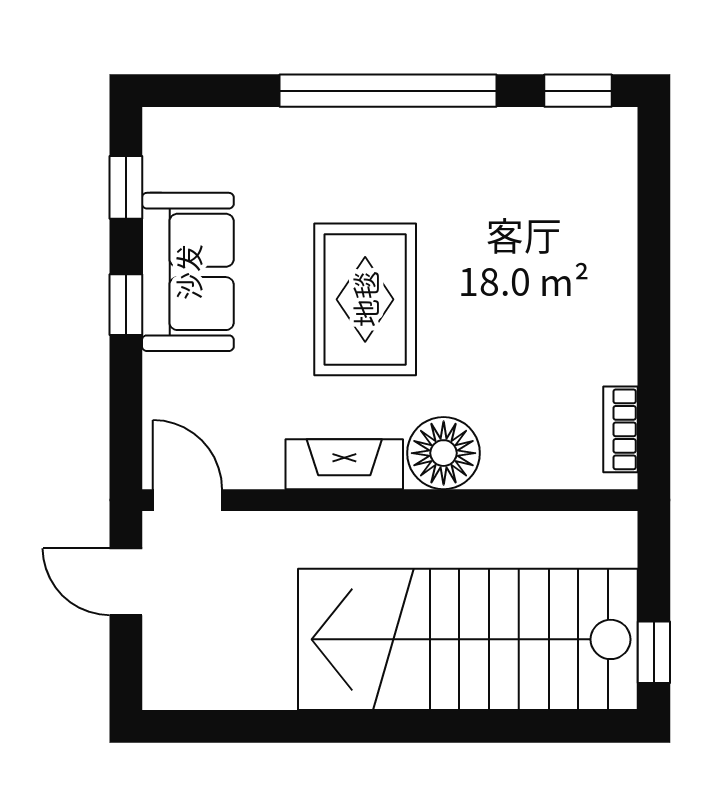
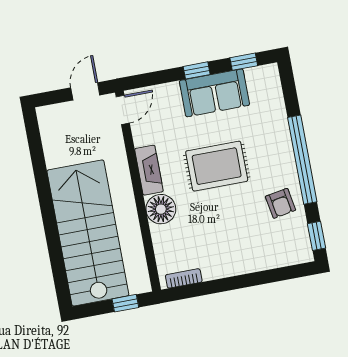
armchair: (483, 163) -> (280, 203), added
window: (654, 652) -> (125, 303), moved

